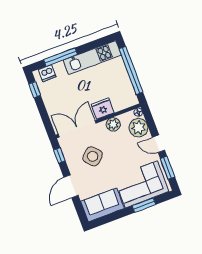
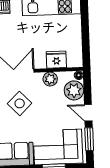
window: (131, 70) -> (85, 32), removed
fridge: (103, 109) -> (56, 60), moved

